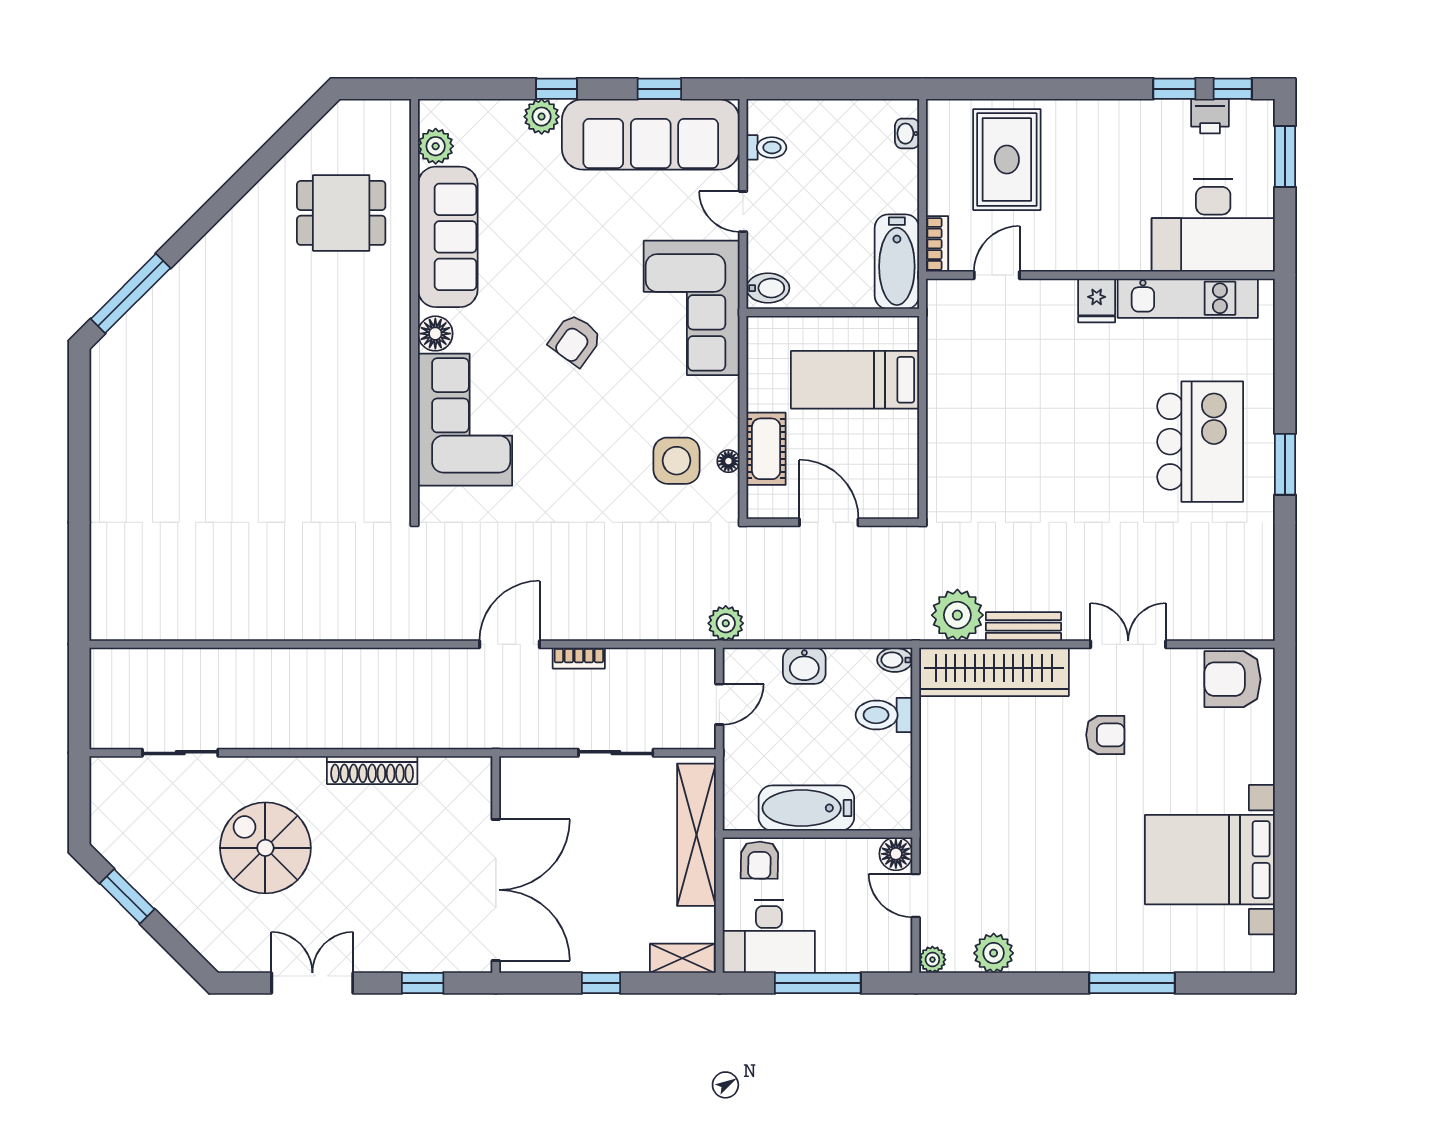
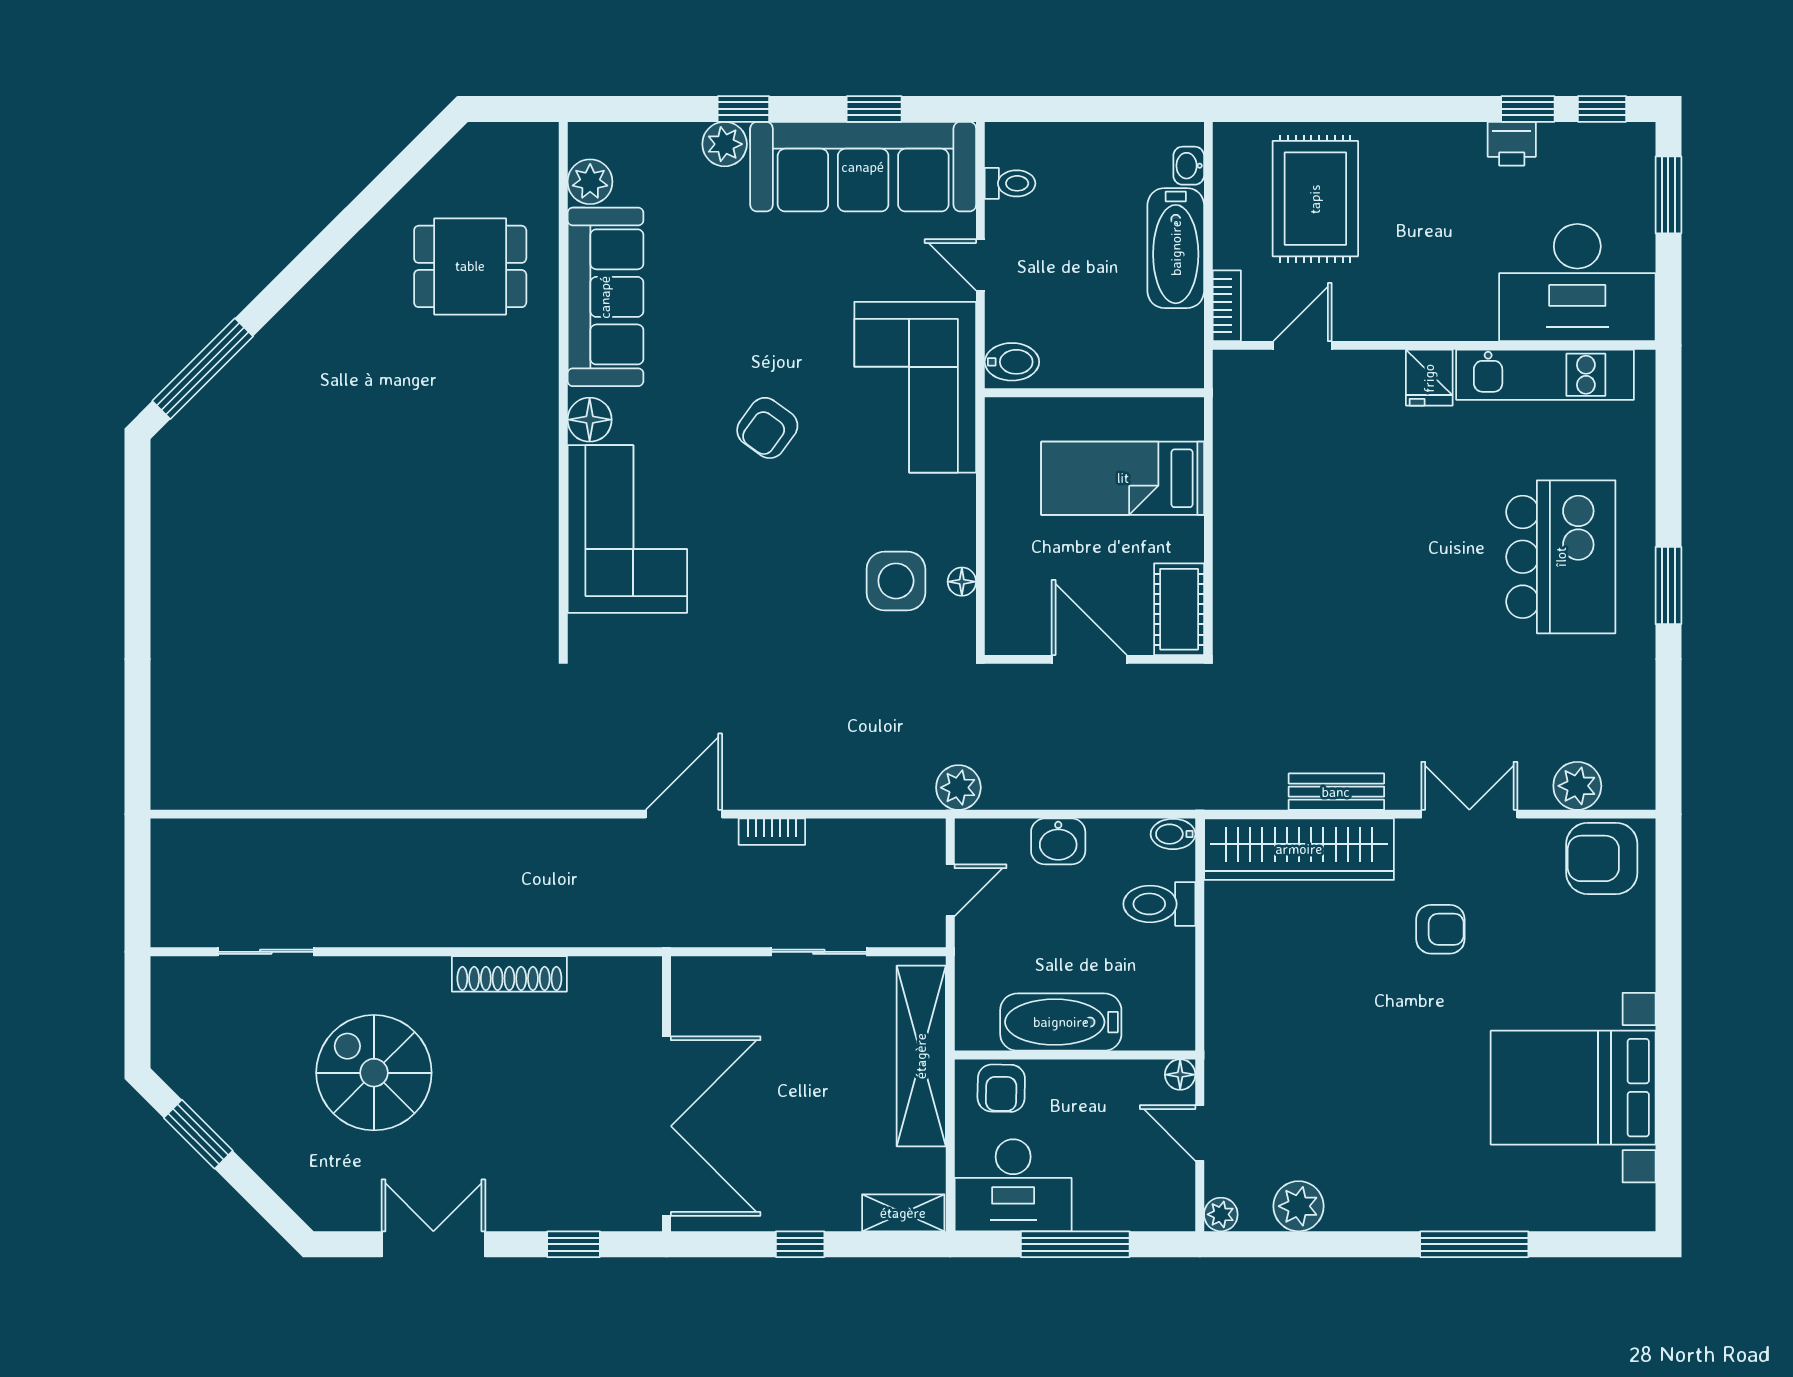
printer: (1210, 116) -> (1512, 144), moved
bathtub: (897, 262) -> (1176, 248), moved
cot: (766, 449) -> (1179, 609), moved
plant: (957, 615) -> (1577, 786), moved, width x0.73, depth x0.73
floor lamp: (896, 854) -> (1180, 1075), width x0.73, depth x0.73

